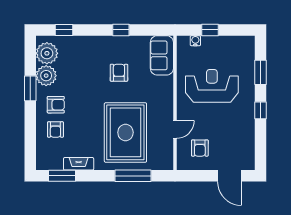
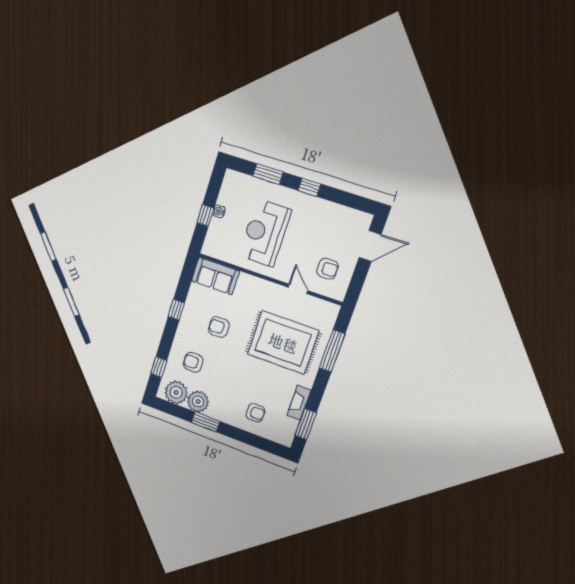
water cooler: (195, 41) -> (219, 211), moved
armchair: (56, 105) -> (193, 362), moved, turned -90

